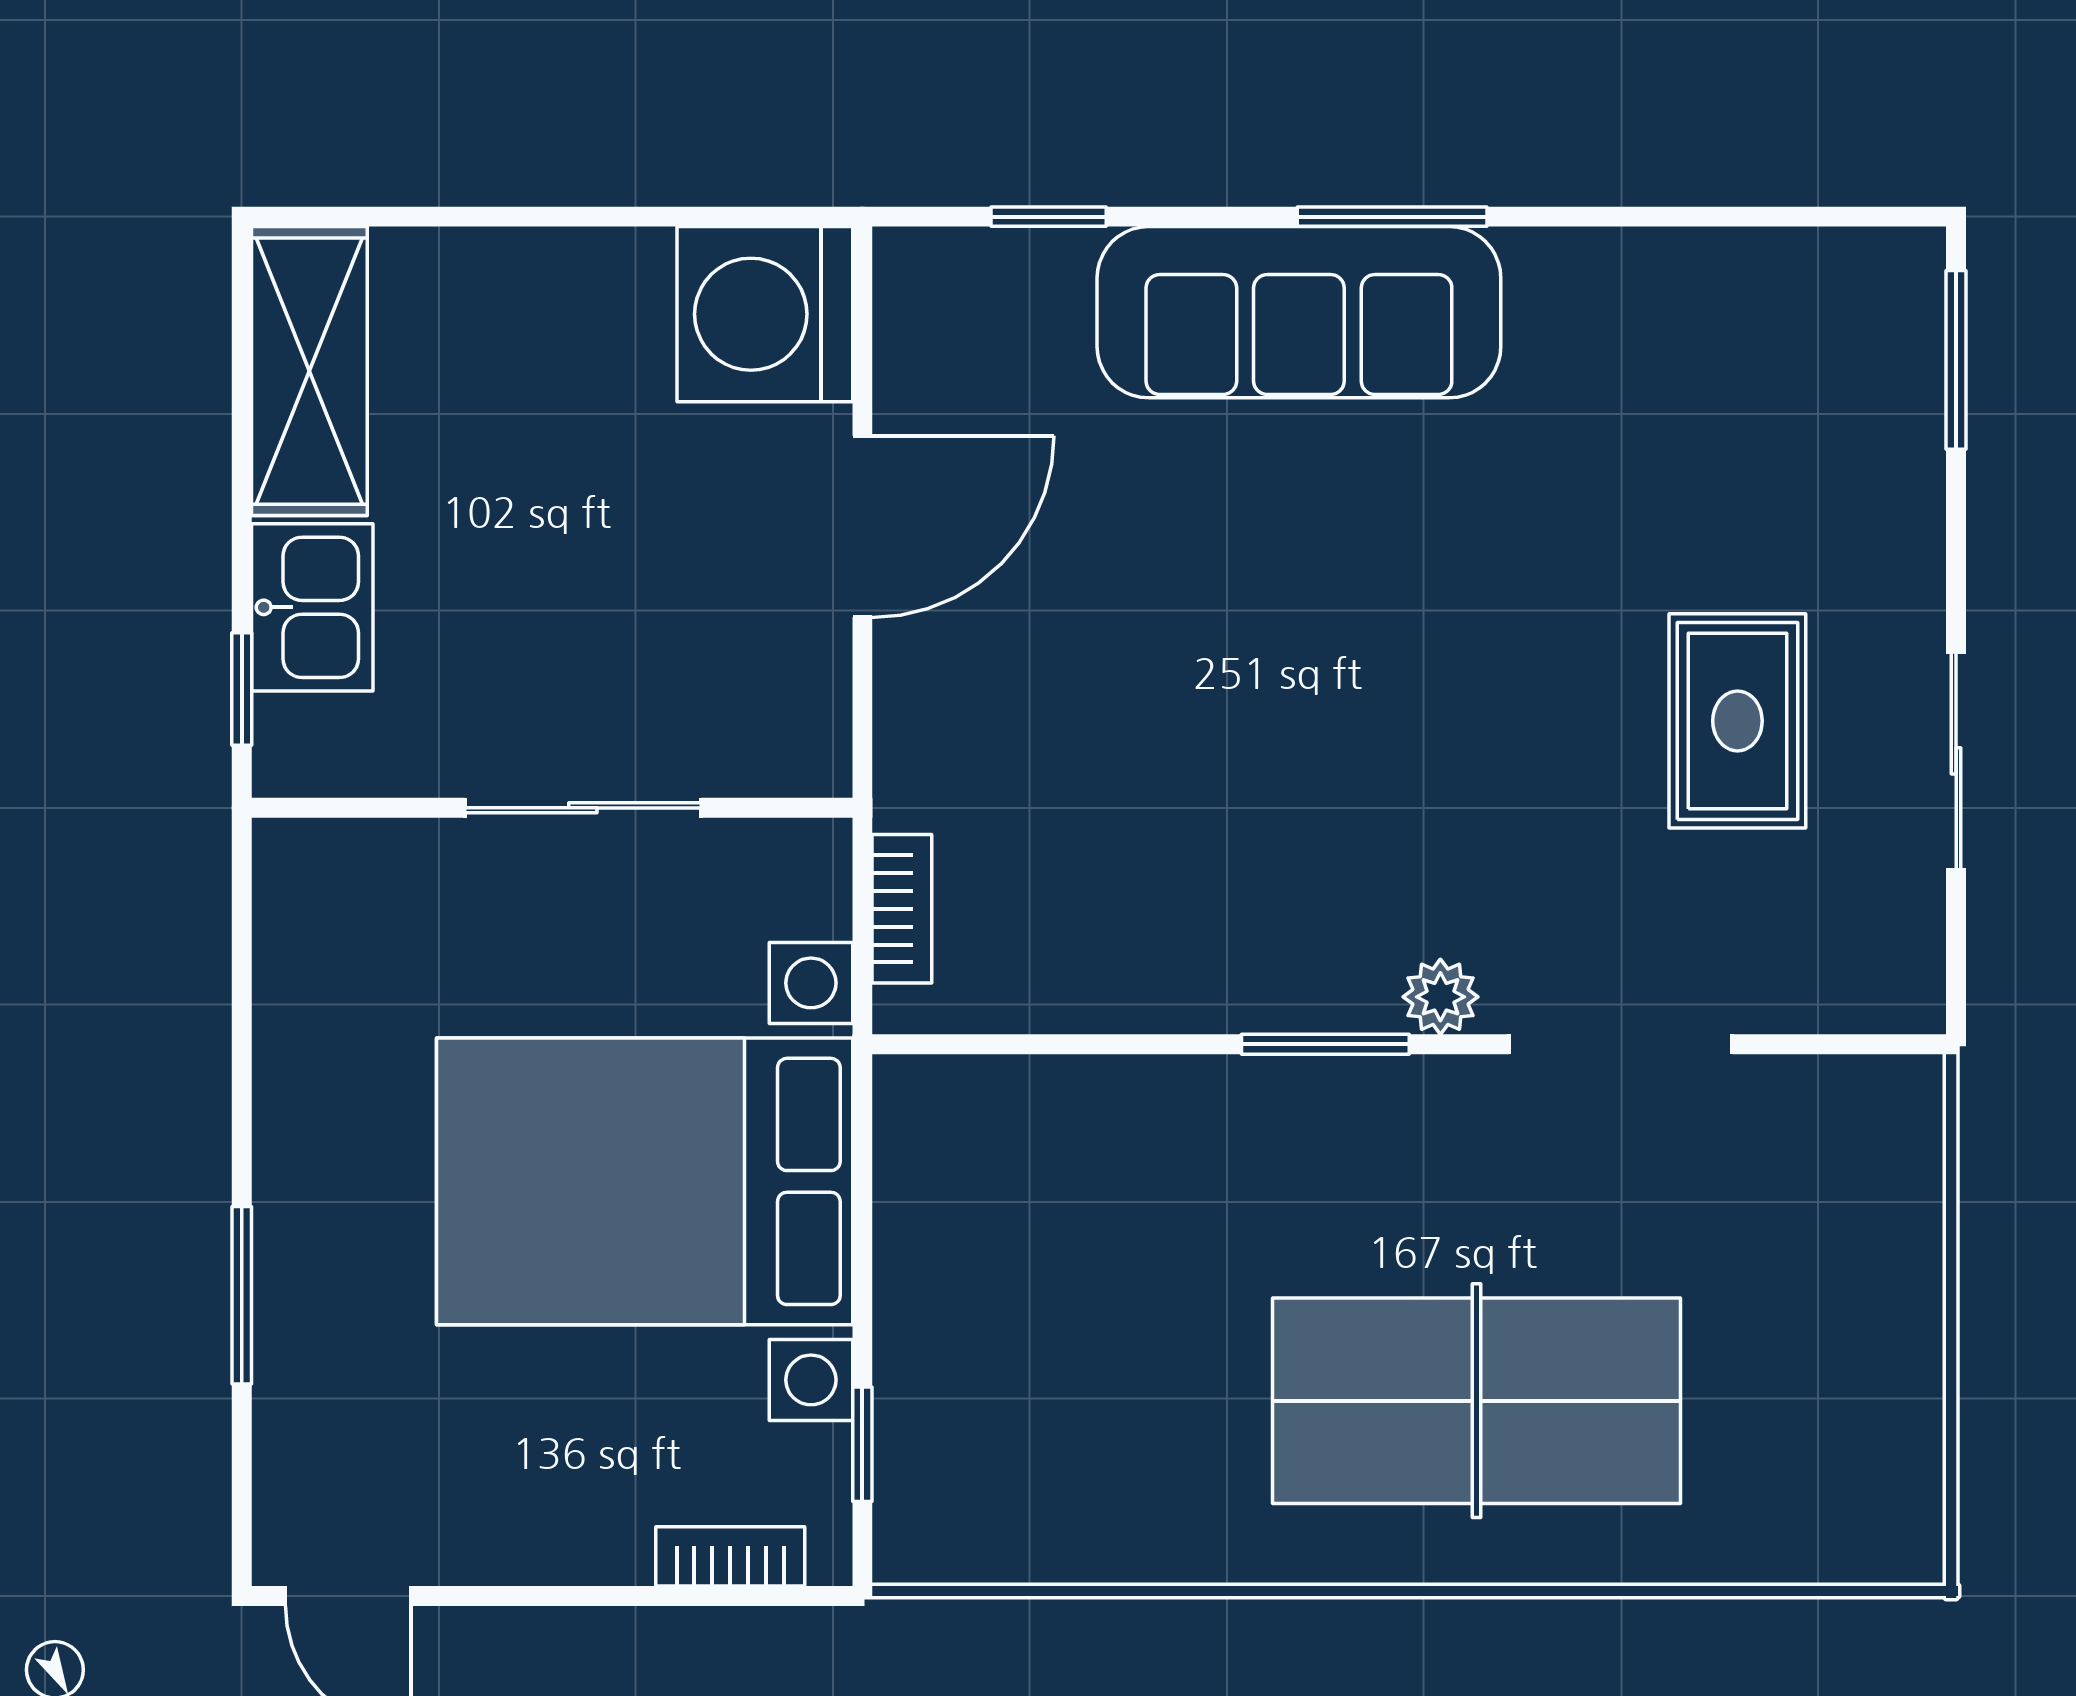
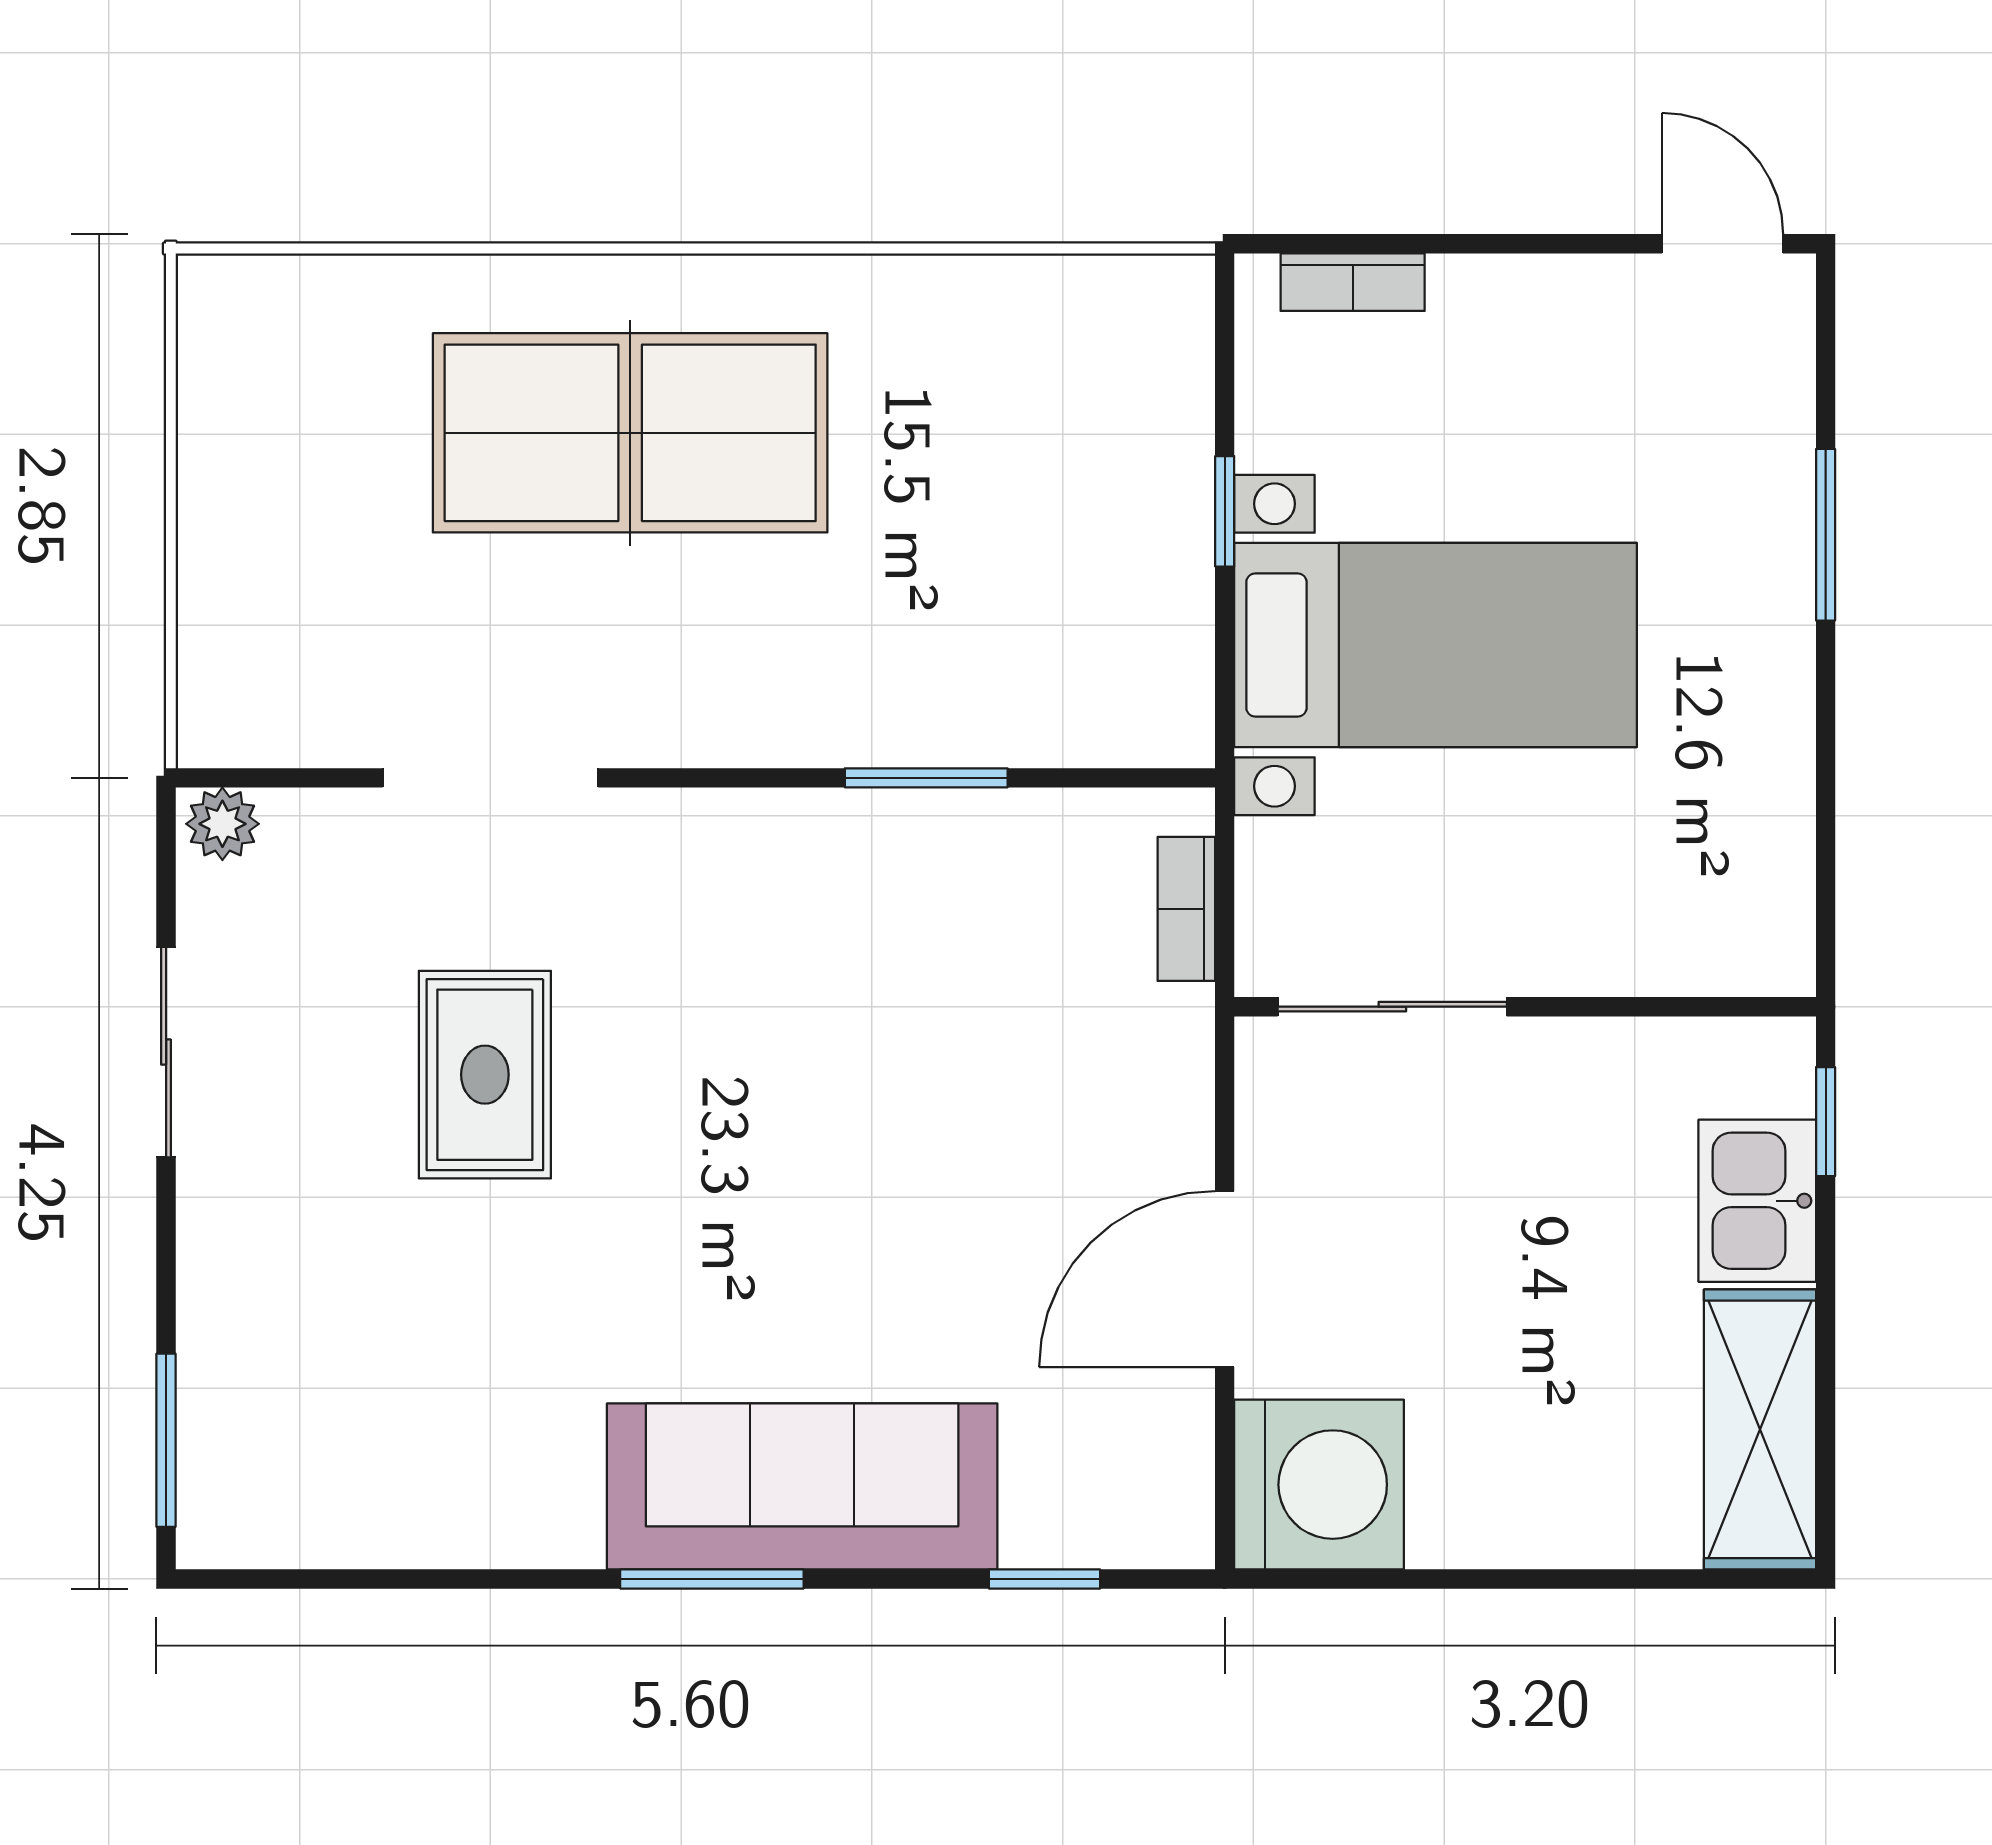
rug: (1737, 721) -> (485, 1075), moved
sliding door: (583, 808) -> (1392, 1007), moved
plant: (1440, 997) -> (222, 824), moved
window: (1325, 1044) -> (926, 778), moved
bed with nightstands: (645, 1181) -> (1436, 645), width x0.73
window: (862, 1444) -> (1225, 511), moved

